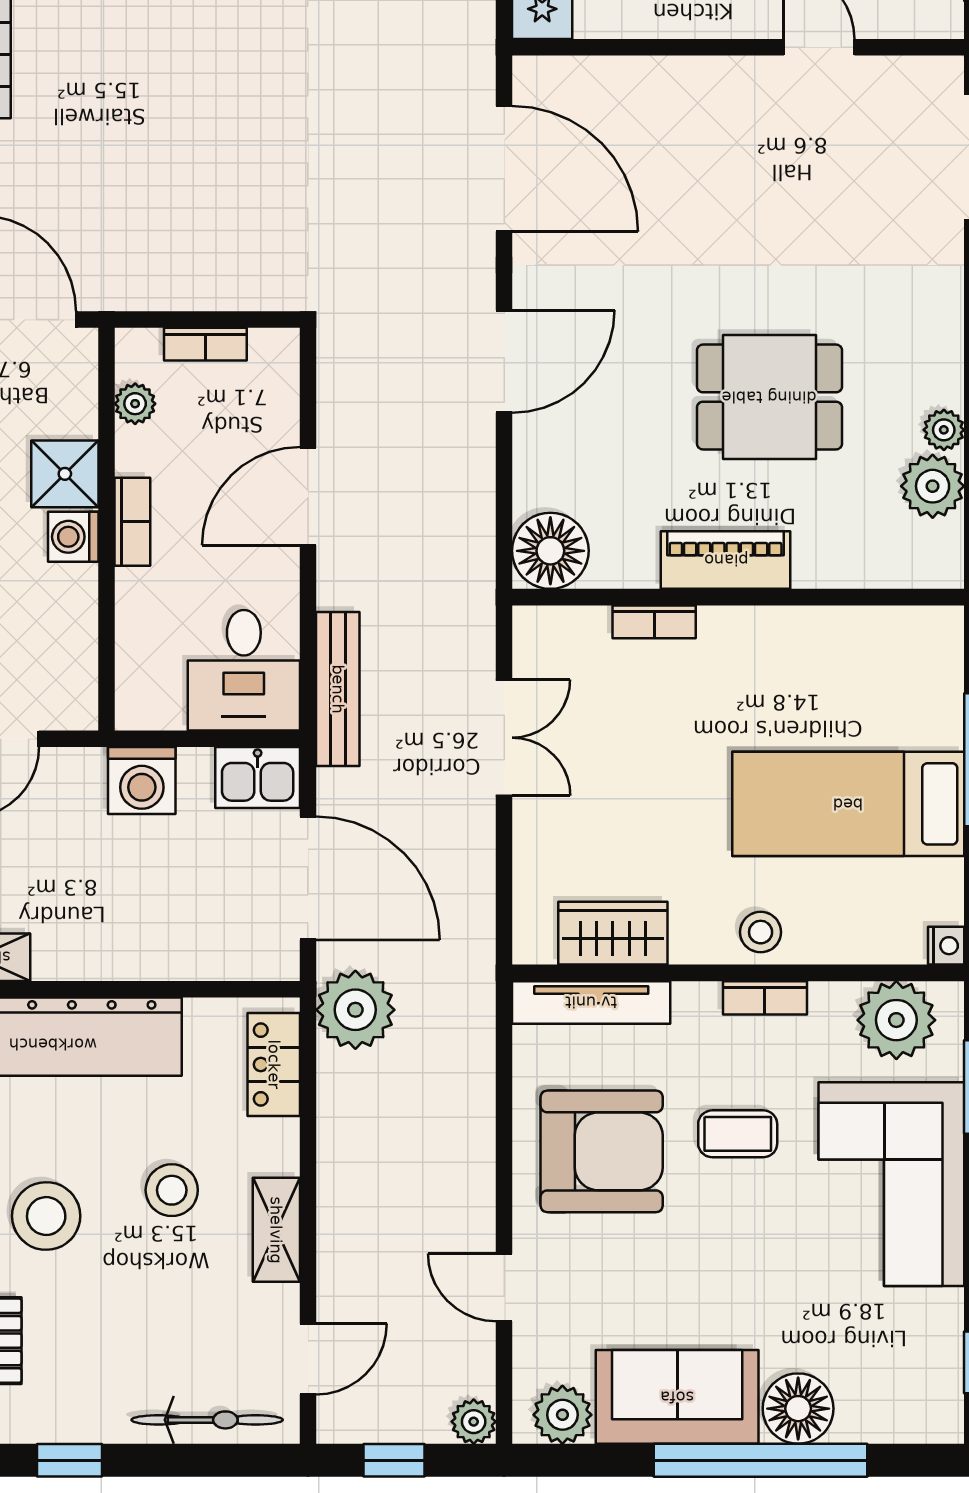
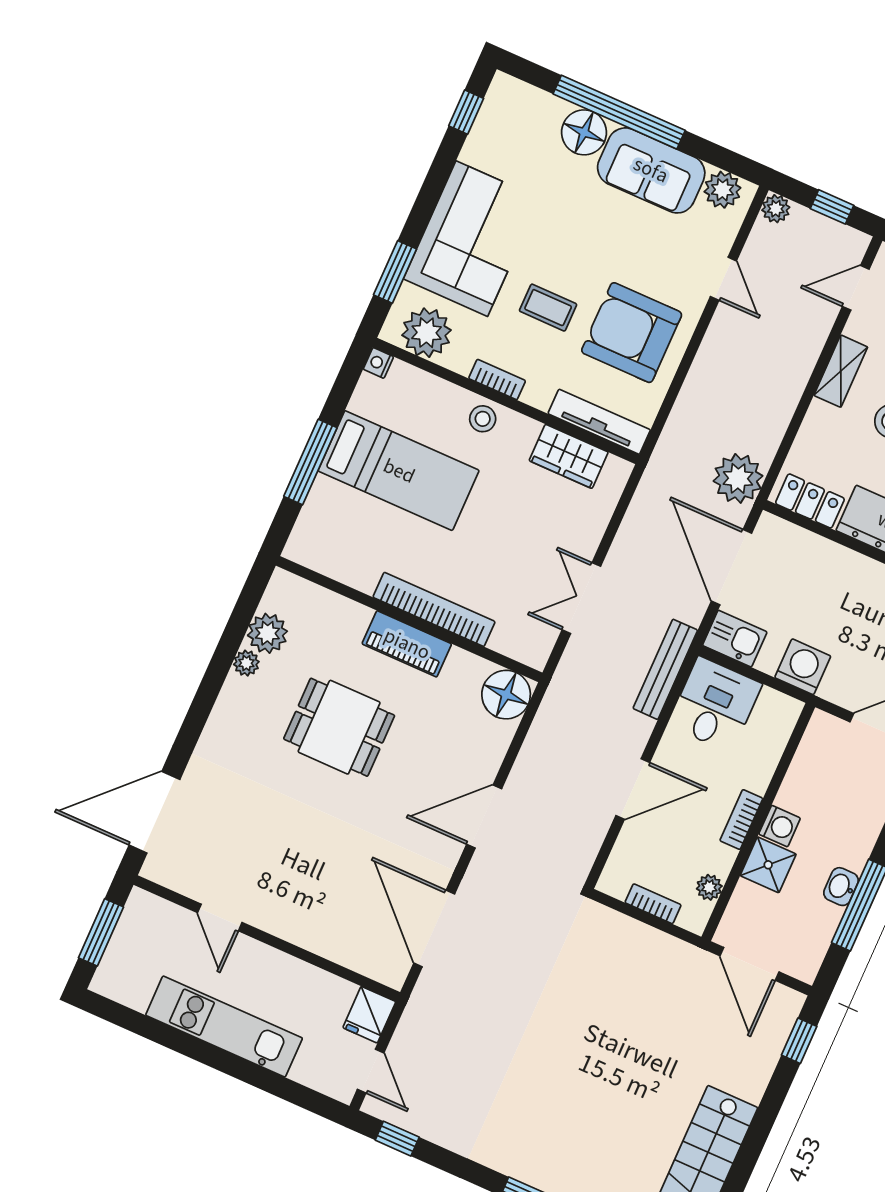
bookcase: (654, 622) -> (434, 609), width x2.31, depth x1.31
locker: (274, 1064) -> (810, 501), moved, turned -90

